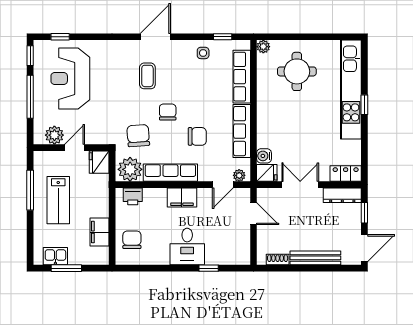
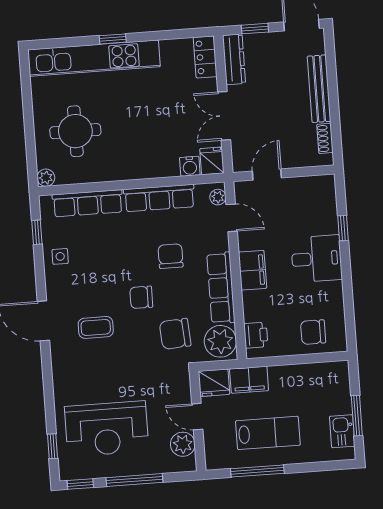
filing cabinet: (99, 232) -> (249, 380), moved

